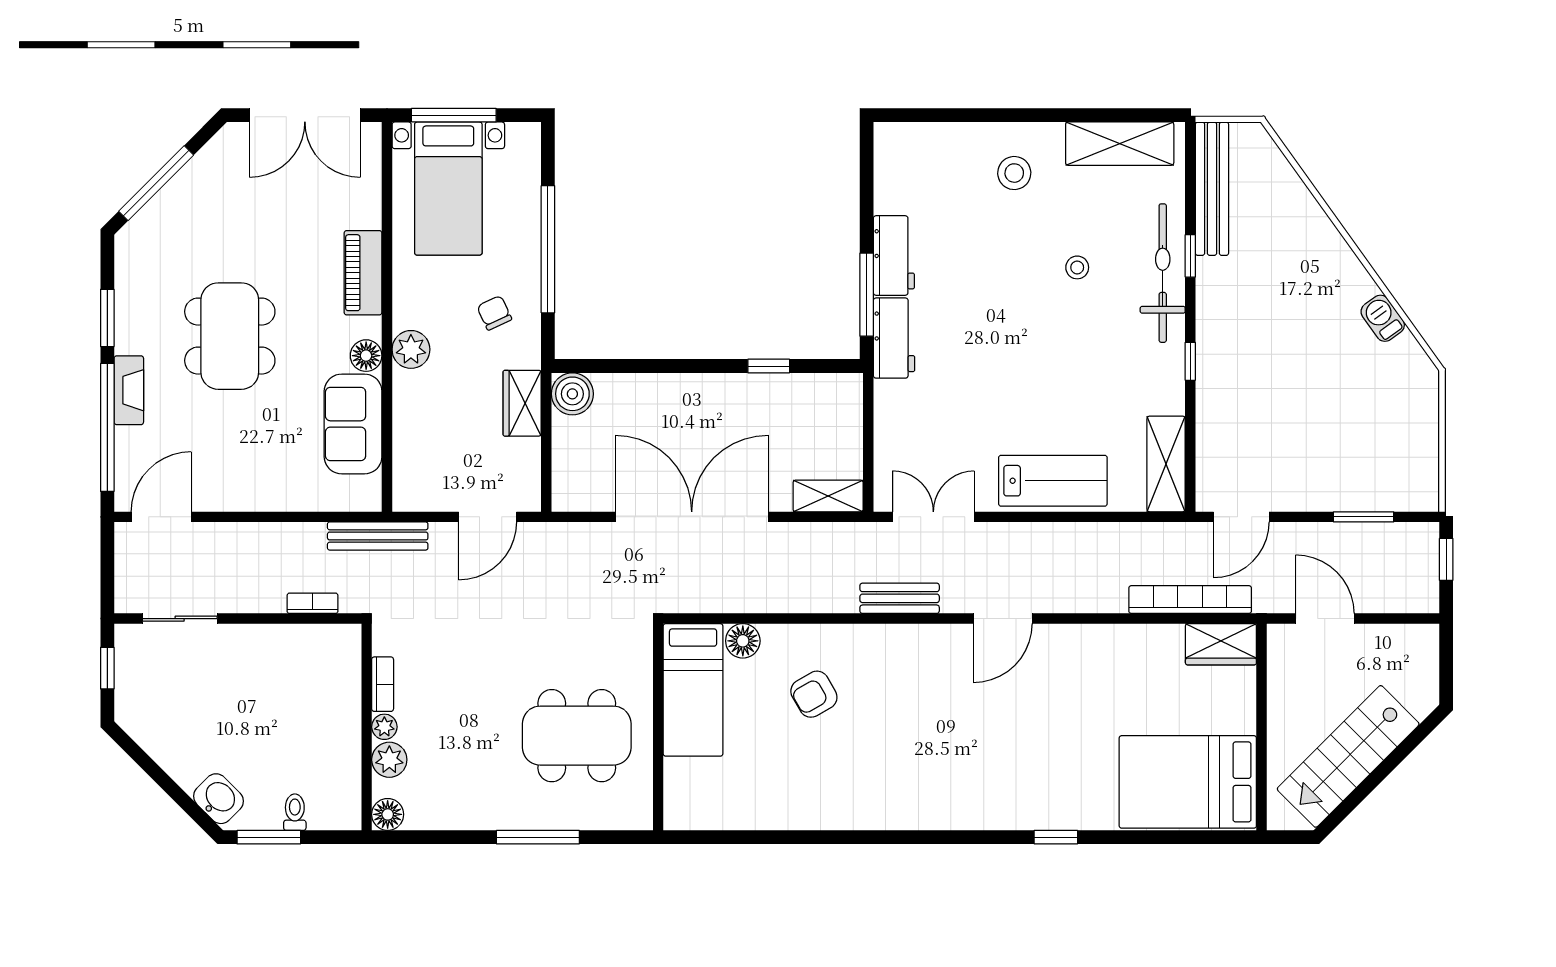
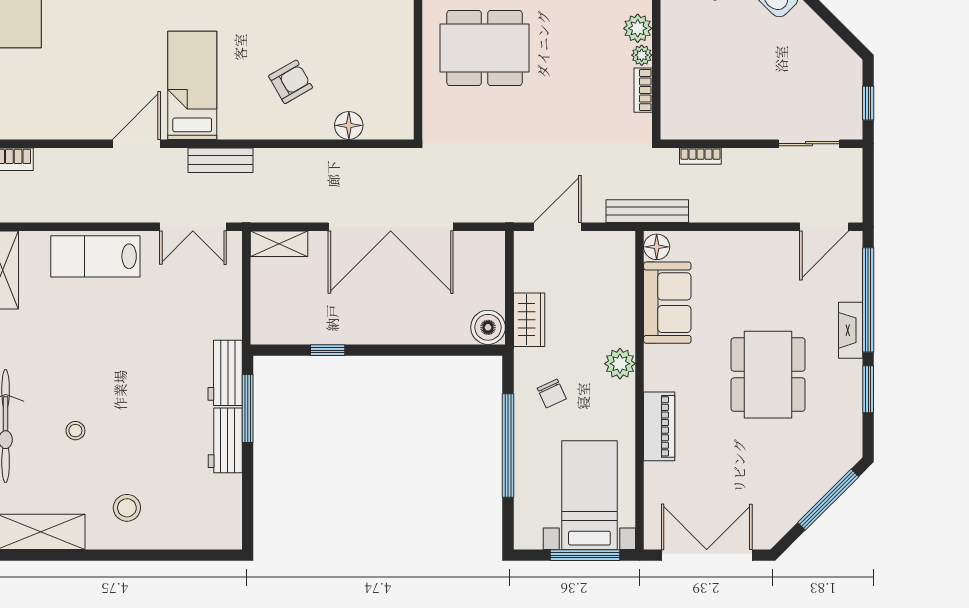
floor lamp: (366, 356) -> (657, 247), moved
bed: (693, 690) -> (192, 85), moved

